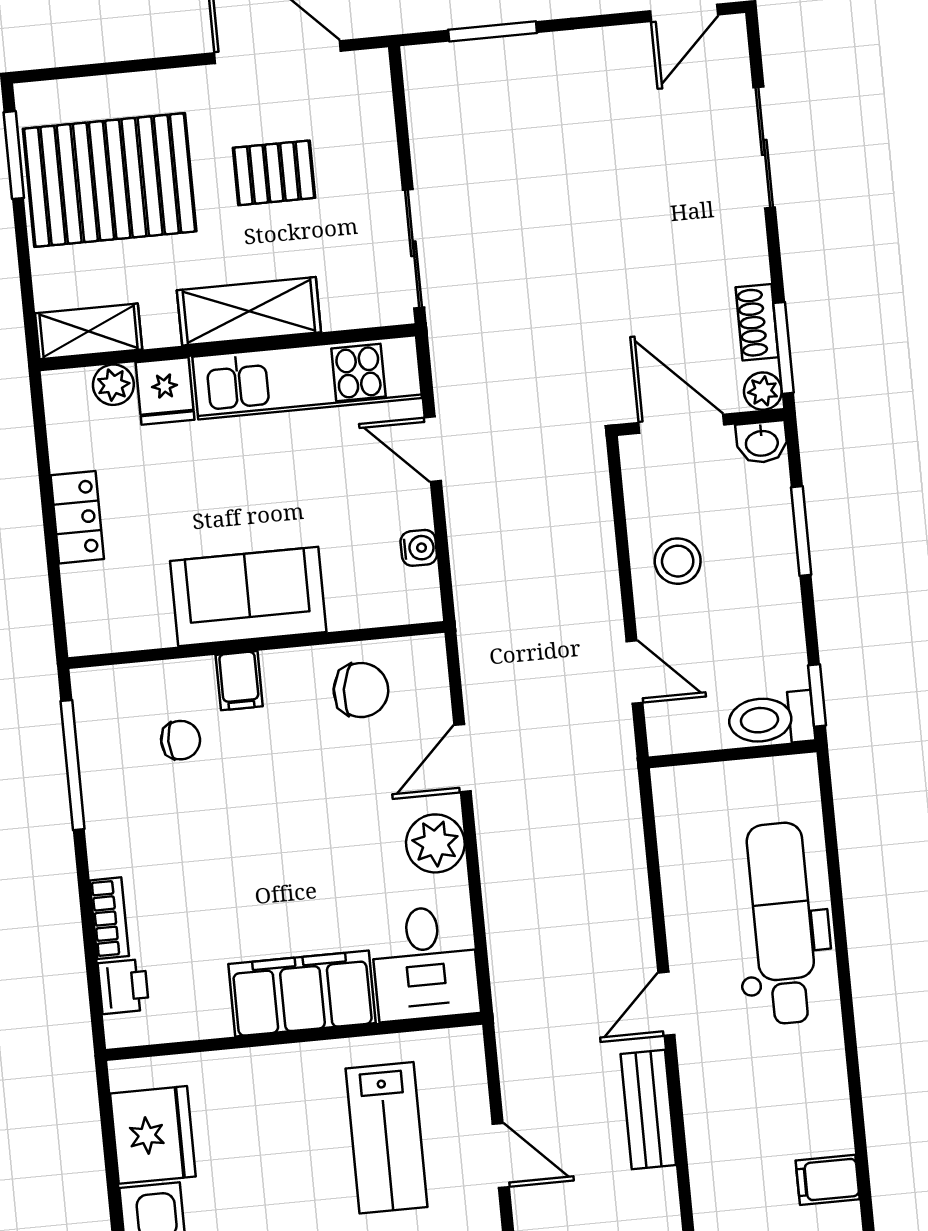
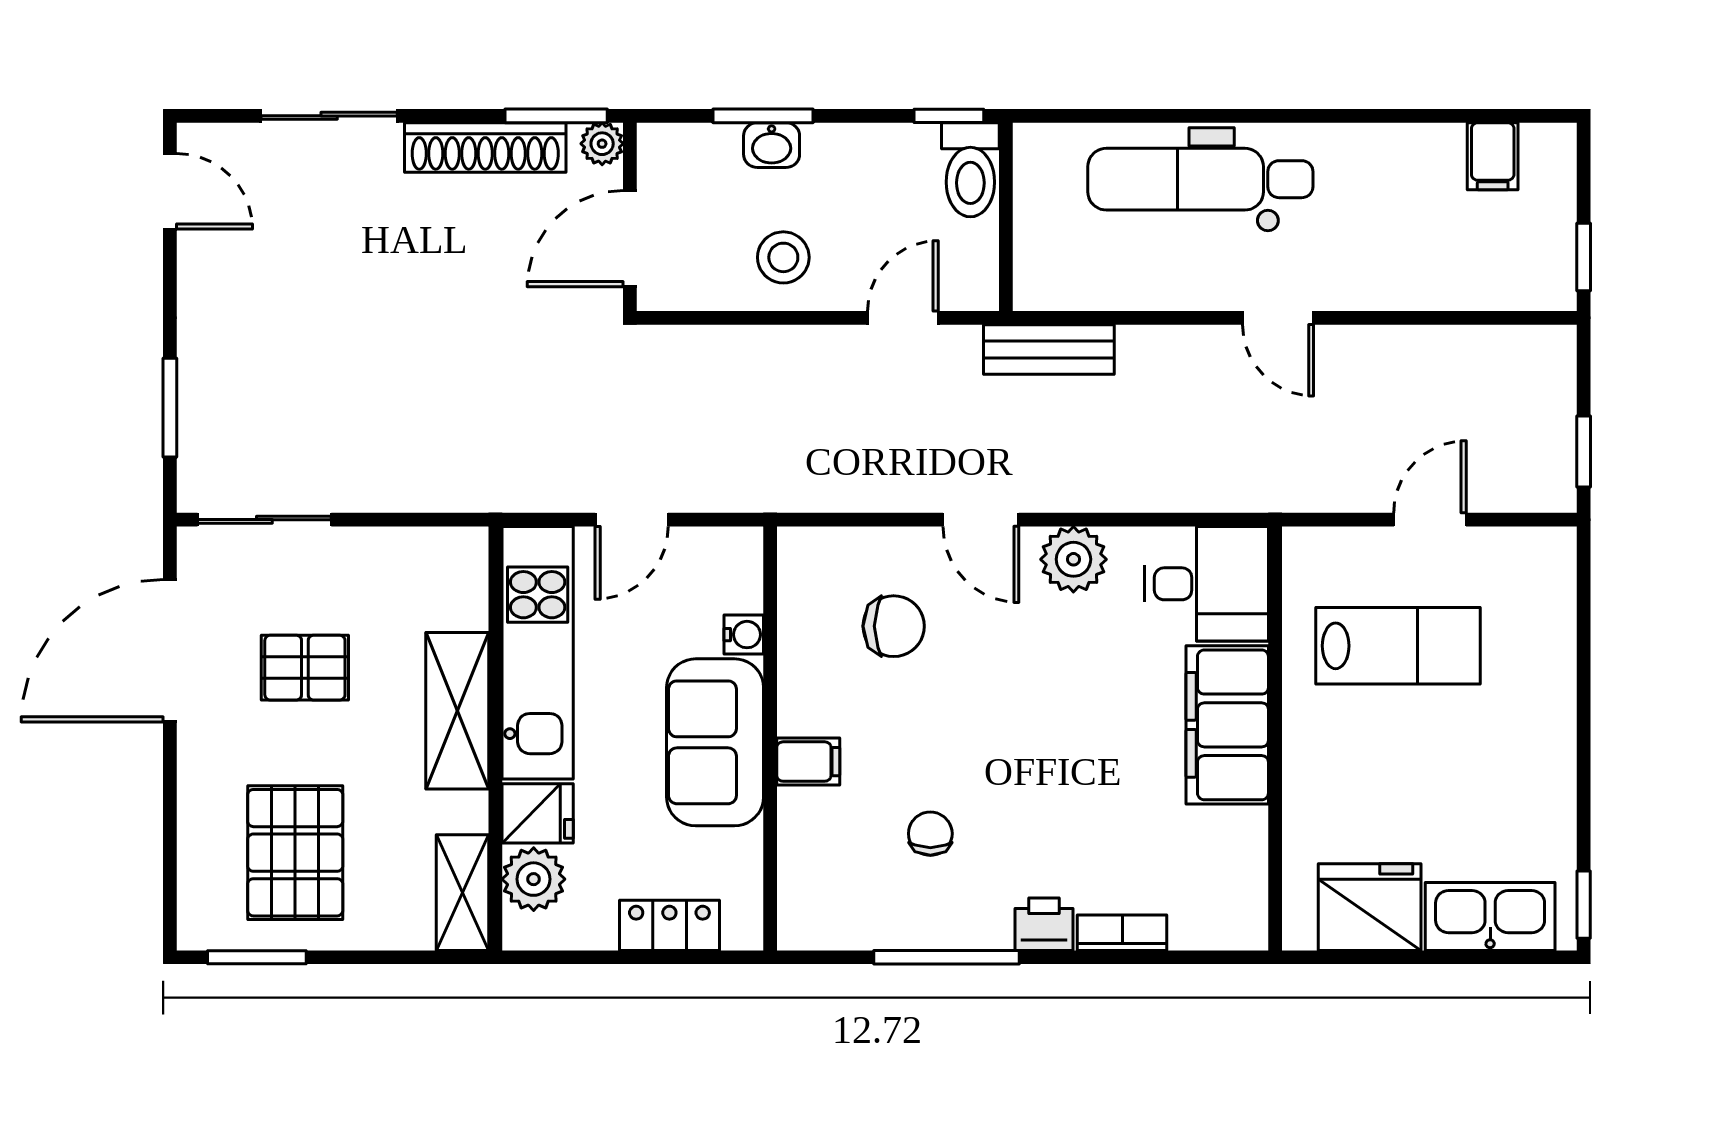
pallet: (274, 173) -> (305, 668), turned 90
pallet: (110, 180) -> (295, 853), width x0.73, depth x0.71
sliding door: (413, 249) -> (264, 520), moved
shoe rack: (757, 322) -> (485, 147), width x1.94, depth x1.24
plant: (113, 385) -> (534, 879), width x1.38, depth x1.38
washbasin: (762, 442) -> (772, 145), moved, turned 90
water cooler: (419, 548) -> (744, 635), moved, turned 90
sofa: (248, 597) -> (715, 742), moved
wall: (256, 645) -> (770, 738), moved
filing cabinet: (239, 681) -> (808, 762), moved
chair: (361, 690) -> (894, 626), turned 82
printer: (123, 986) -> (1044, 924), moved
bench: (648, 1110) -> (1049, 349), moved

